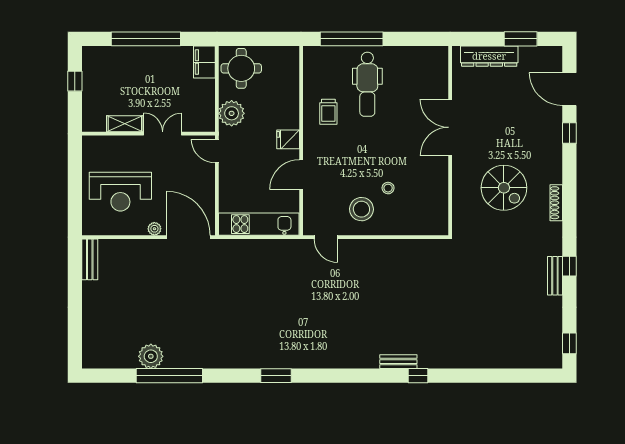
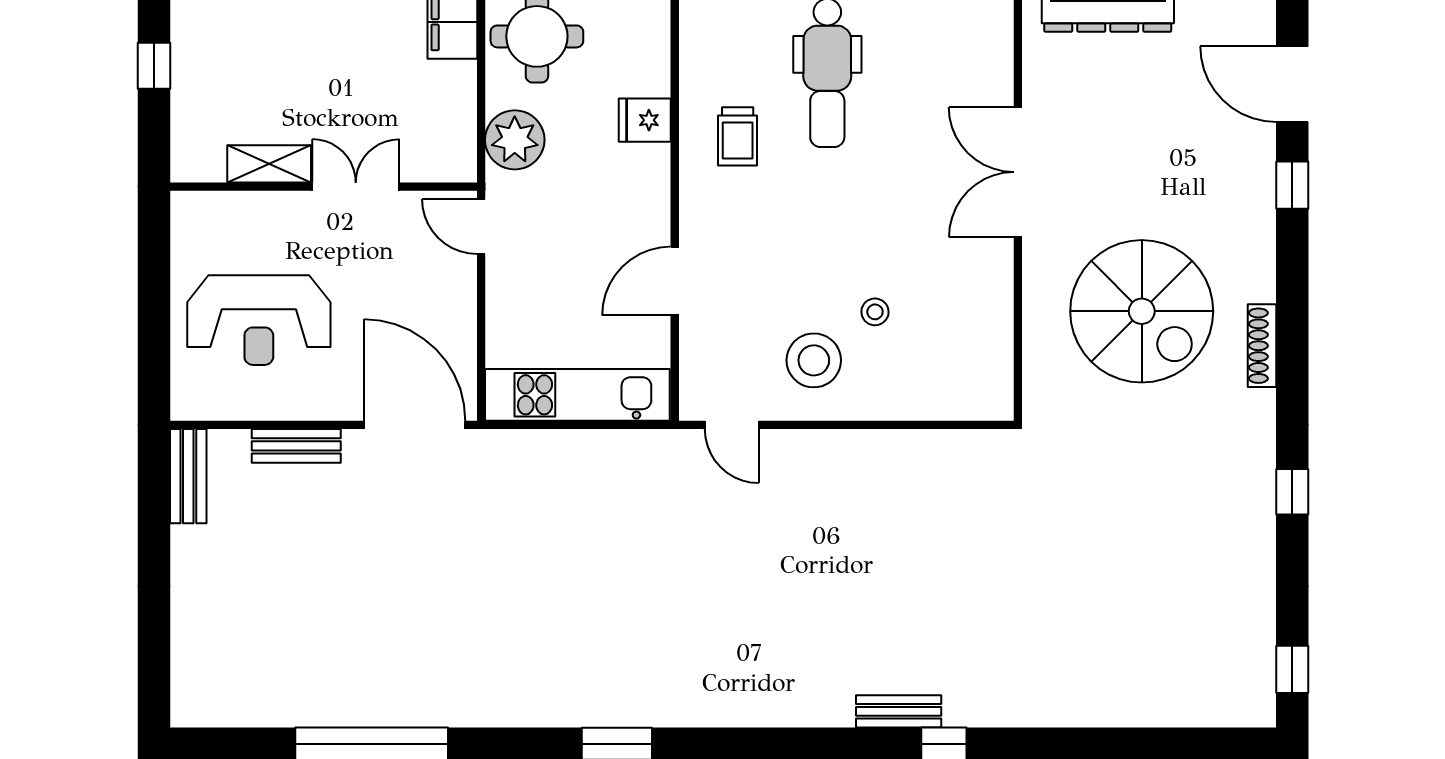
fridge: (288, 139) -> (645, 120), moved
spiral stairs: (504, 188) -> (1142, 311), width x1.37, depth x1.37
plant: (154, 229) -> (337, 406), removed
bench: (555, 276) -> (296, 446), moved, turned 90
plant: (151, 356) -> (329, 699), removed

